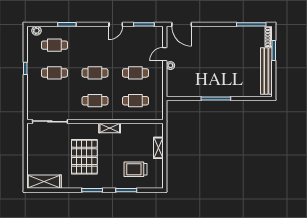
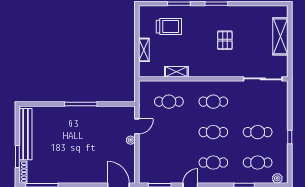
door: (165, 54) -> (137, 126), moved
cafe table: (135, 73) -> (213, 163), moved
shelving: (110, 128) -> (176, 72), moved
pallet: (84, 157) -> (225, 40), width x0.49, depth x0.50
shelving: (44, 182) -> (280, 36), moved, turned 90

